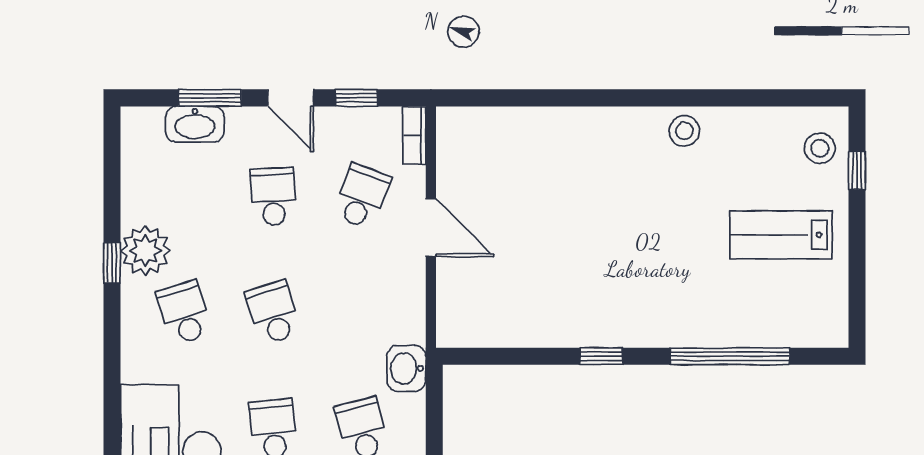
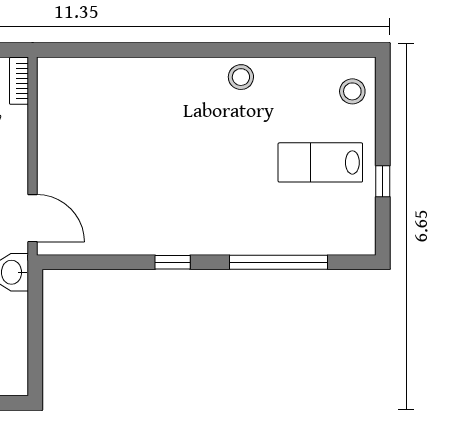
window: (857, 170) -> (383, 181), moved
door: (431, 228) -> (33, 218), moved

